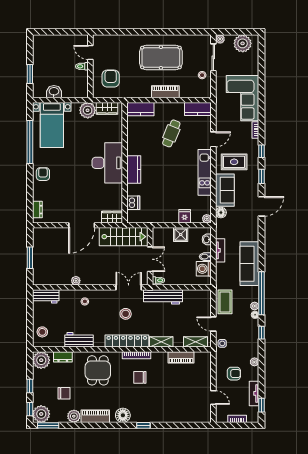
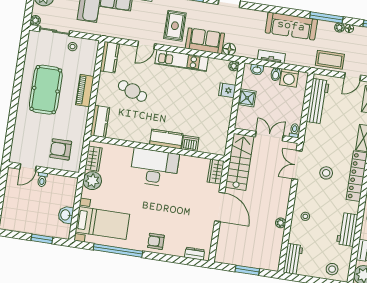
door: (213, 139) -> (146, 45), swing flipped
dishwasher: (133, 203) -> (190, 143), moved
window: (262, 293) -> (326, 18), width x0.68
workbench: (163, 297) -> (318, 101), moved

